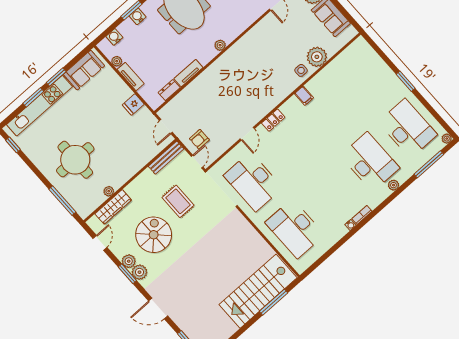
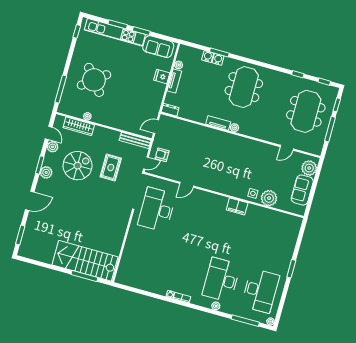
water cooler: (114, 37) -> (208, 57), moved
tv unit: (188, 73) -> (218, 123), moved
dresser: (169, 90) -> (170, 110), moved
filing cabinet: (304, 96) -> (237, 206), width x2.00
fridge: (133, 105) -> (162, 77), moved
locker: (273, 120) -> (207, 196), removed
round table: (75, 160) -> (94, 80), turned -38
desk: (370, 162) -> (221, 280), turned 180
desk: (295, 229) -> (143, 258), removed
door: (100, 243) -> (49, 133), hinge flipped
plant: (129, 261) -> (53, 147), moved
door: (158, 308) -> (30, 201), swing flipped

